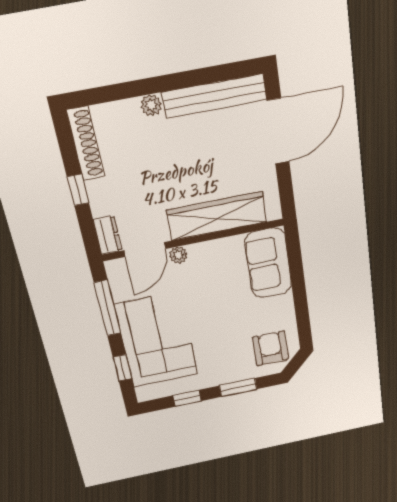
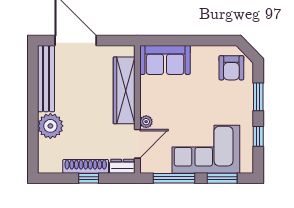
plant: (151, 105) -> (50, 126), width x1.88, depth x1.88
shoe rack: (86, 144) -> (86, 166), moved
door: (145, 250) -> (137, 144), hinge flipped
armchair: (270, 348) -> (231, 68), turned -90
window: (122, 368) -> (222, 178), width x1.50

